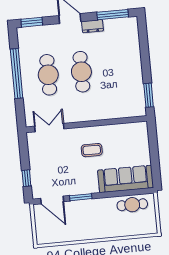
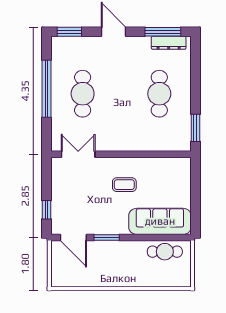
dresser: (93, 26) -> (169, 43), moved, width x1.44
cafe table: (81, 72) -> (159, 94), moved

